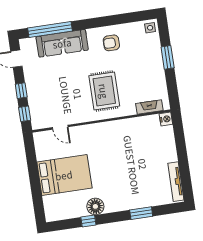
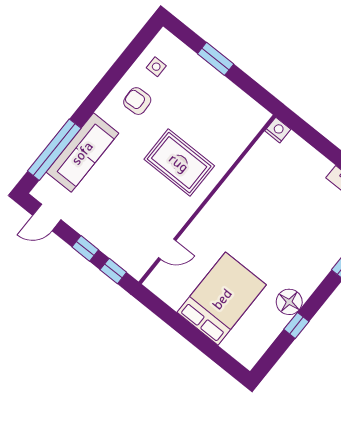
side table: (150, 28) -> (156, 67), moved
armchair: (111, 43) -> (137, 101), turned 87
fireplace: (149, 107) -> (247, 134), removed

